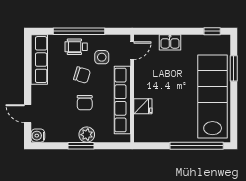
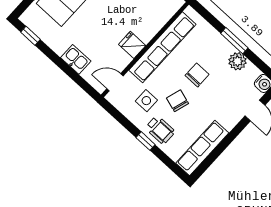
window: (79, 31) -> (146, 141), width x0.32
fridge: (143, 106) -> (132, 45), moved
plant: (87, 135) -> (237, 61), moved

